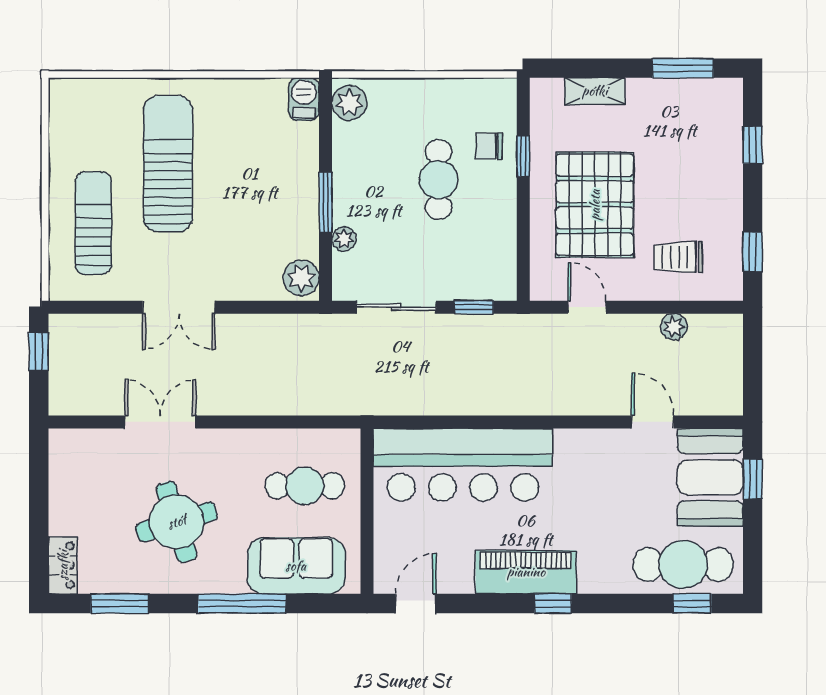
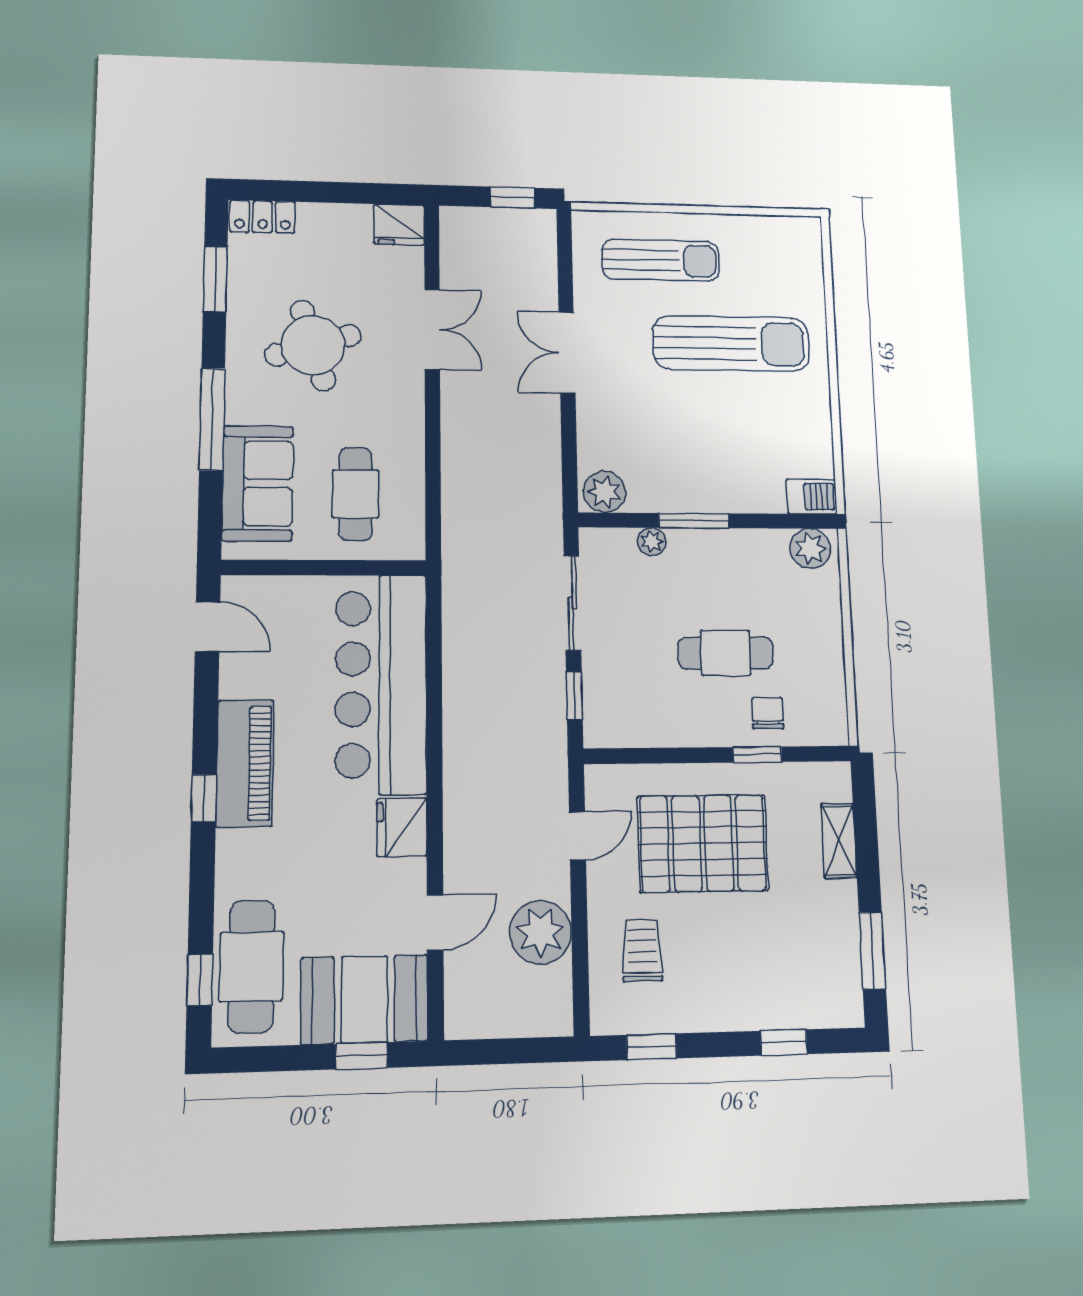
plant: (674, 327) -> (541, 932), width x1.88, depth x1.88
fridge: (578, 448) -> (402, 827), added
fridge: (67, 450) -> (399, 225), added

